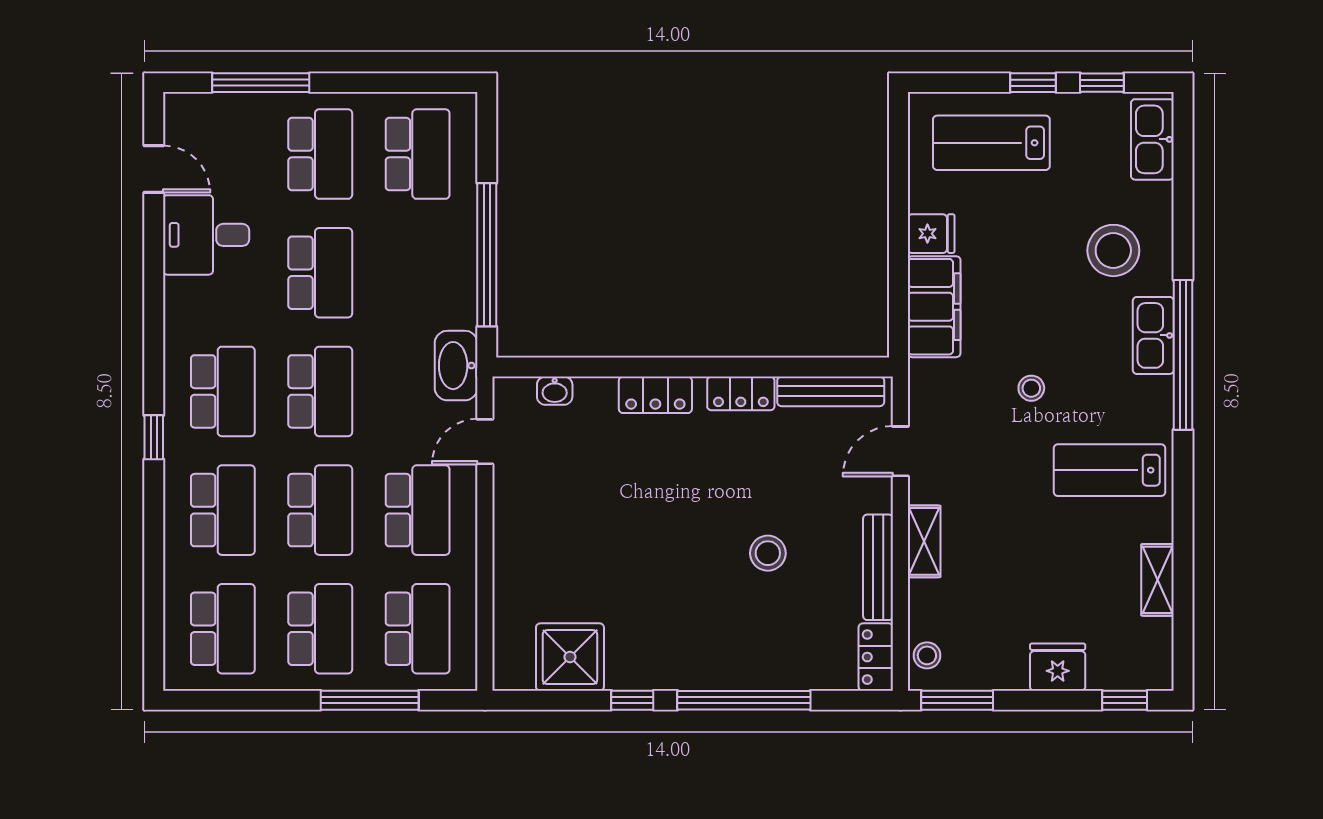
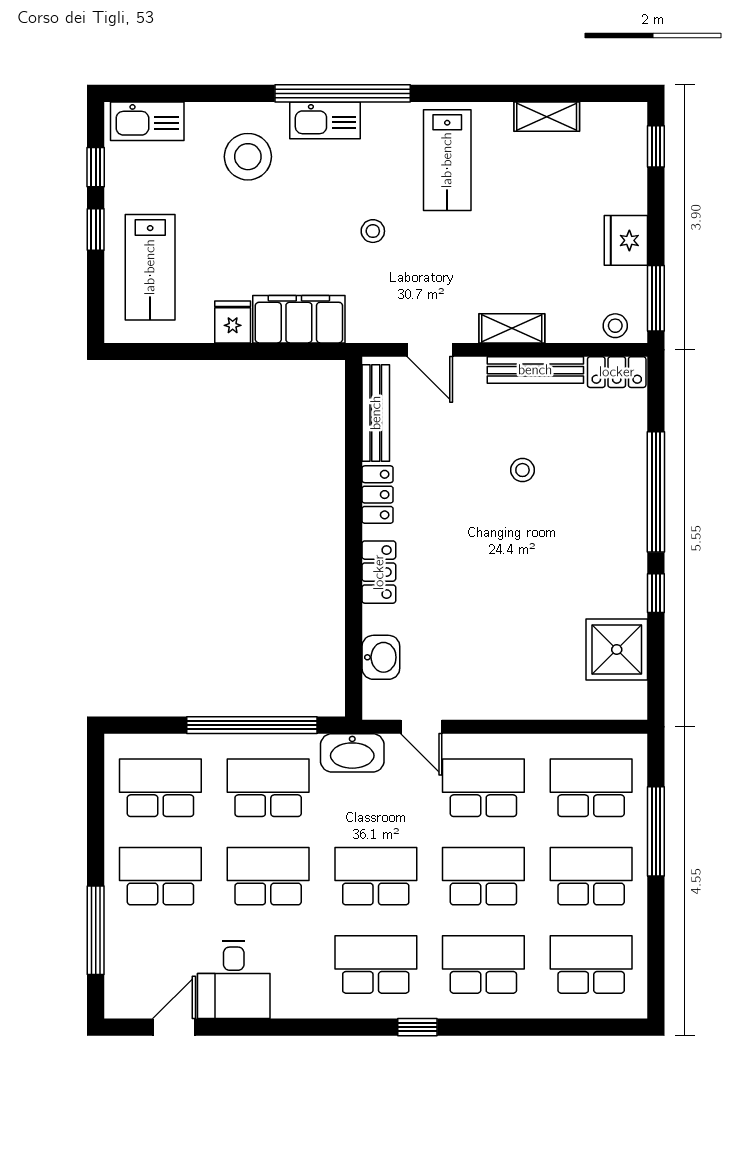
school desk: (418, 273) -> (268, 788), added
washbasin: (555, 391) -> (381, 657), width x1.38, depth x1.45
stool: (768, 553) -> (522, 470), width x0.73, depth x0.73
fridge: (1058, 667) -> (626, 240), moved

